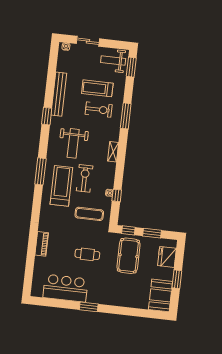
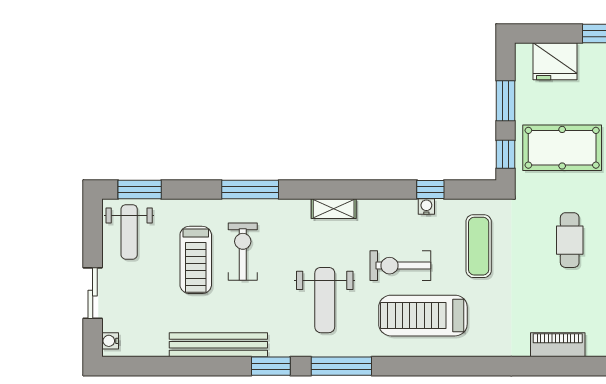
weight bench: (73, 143) -> (325, 300), turned 90
window: (40, 171) -> (341, 366), moved

